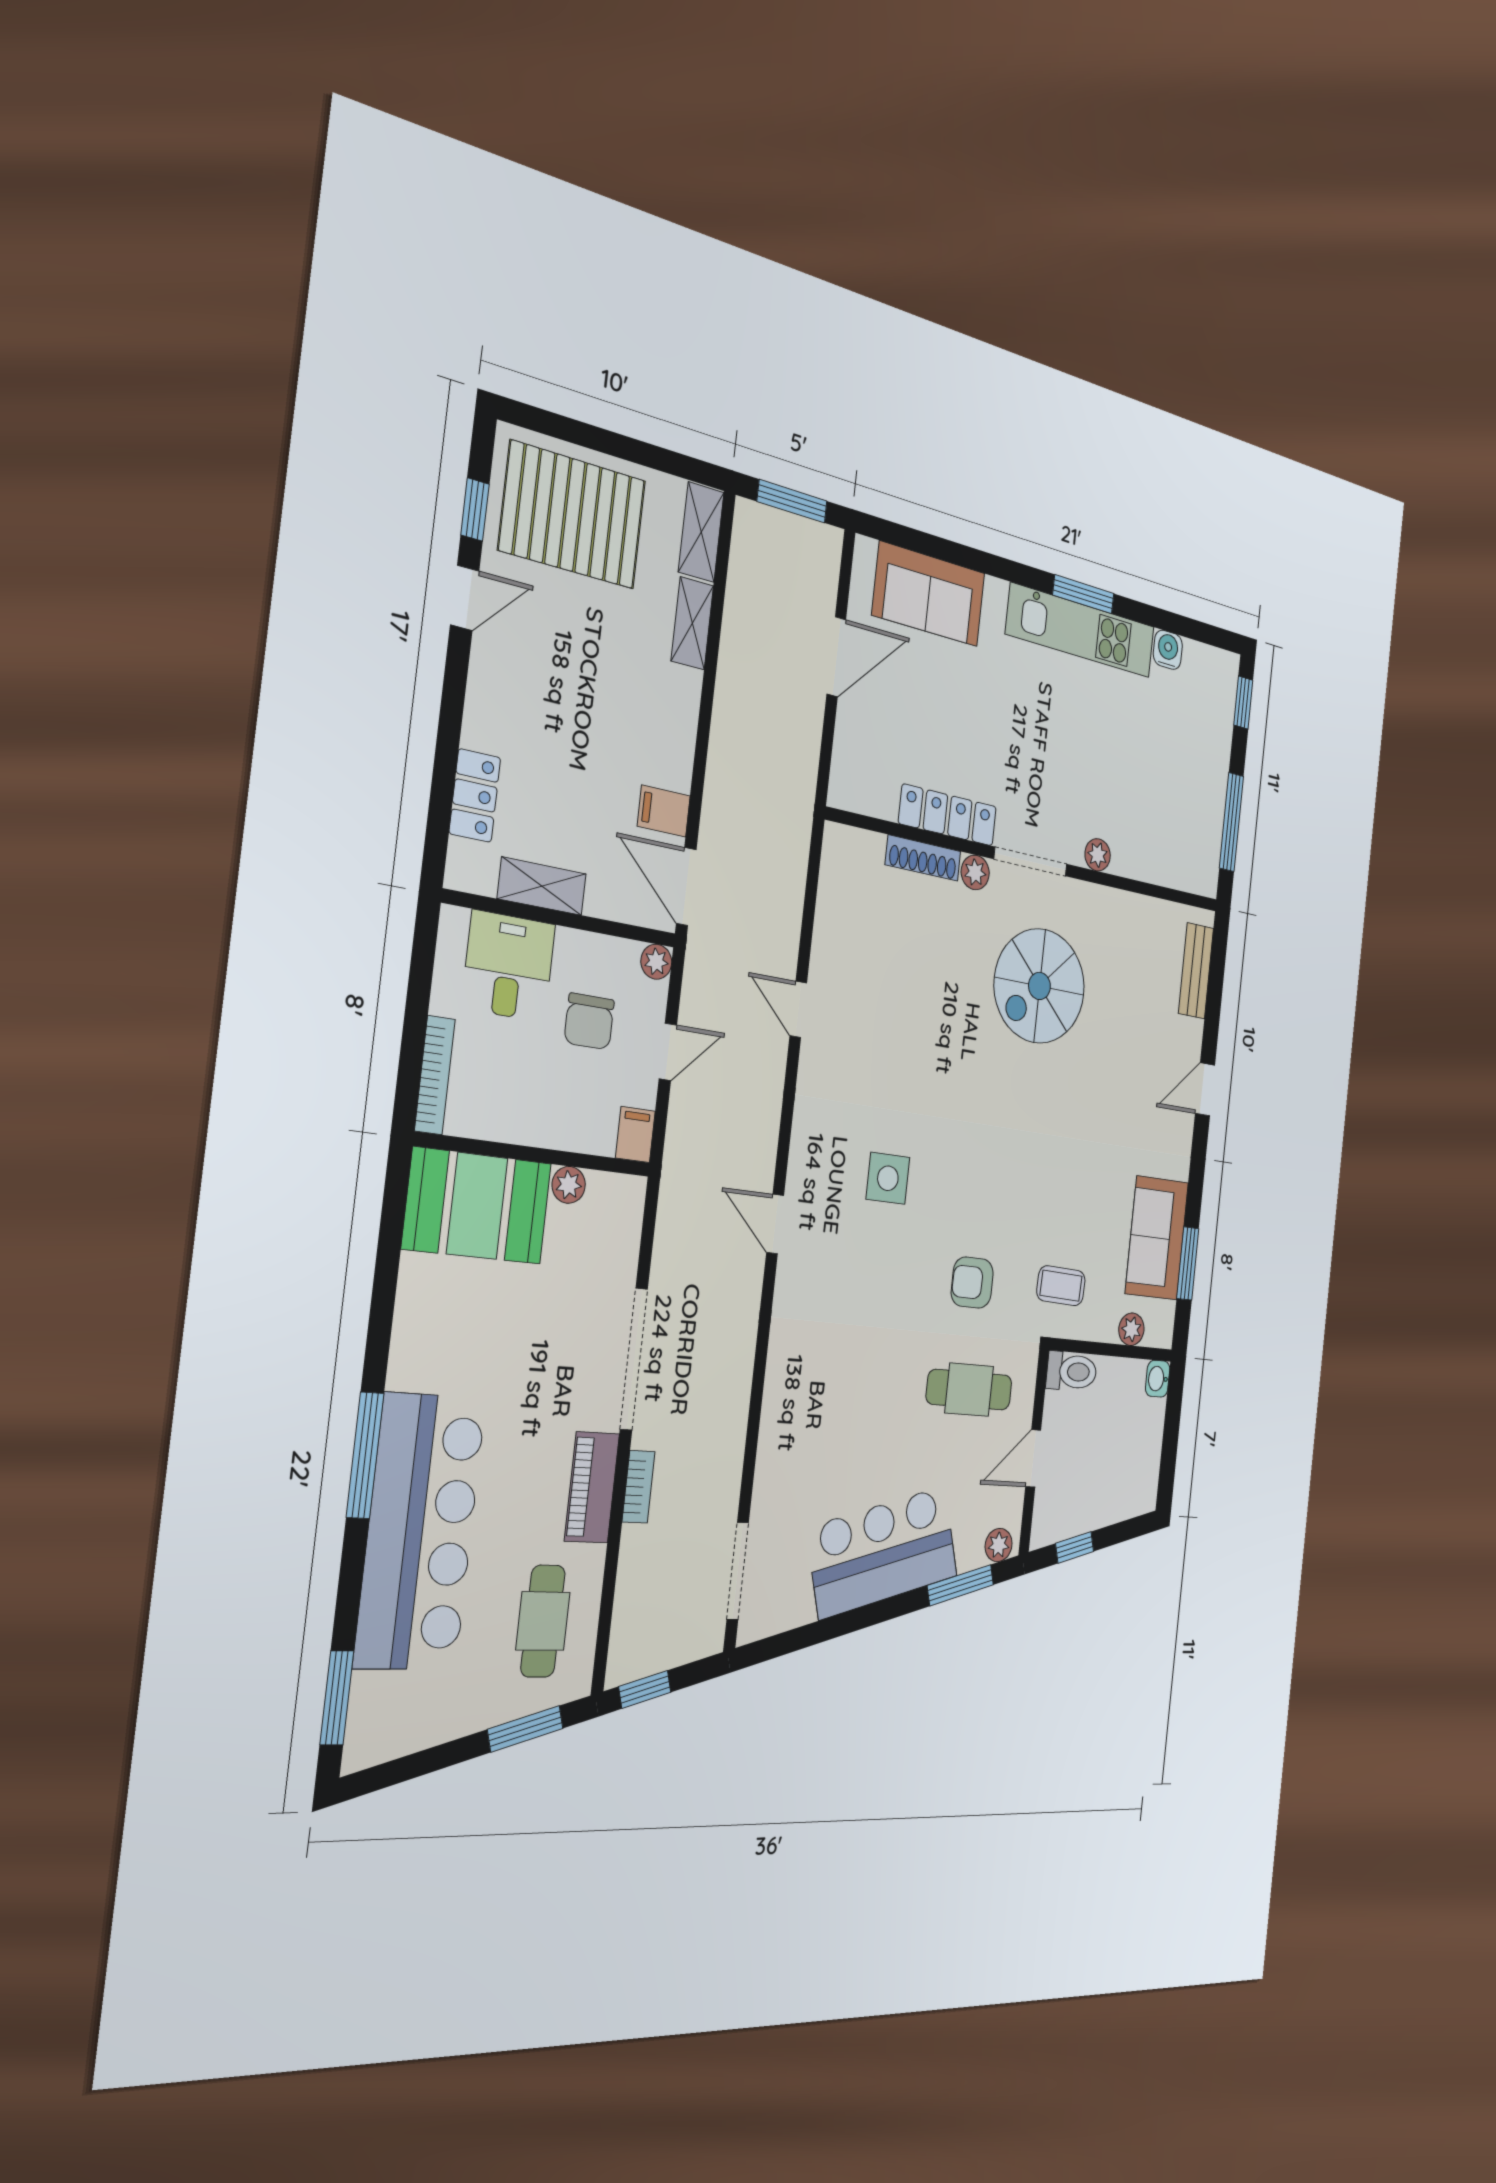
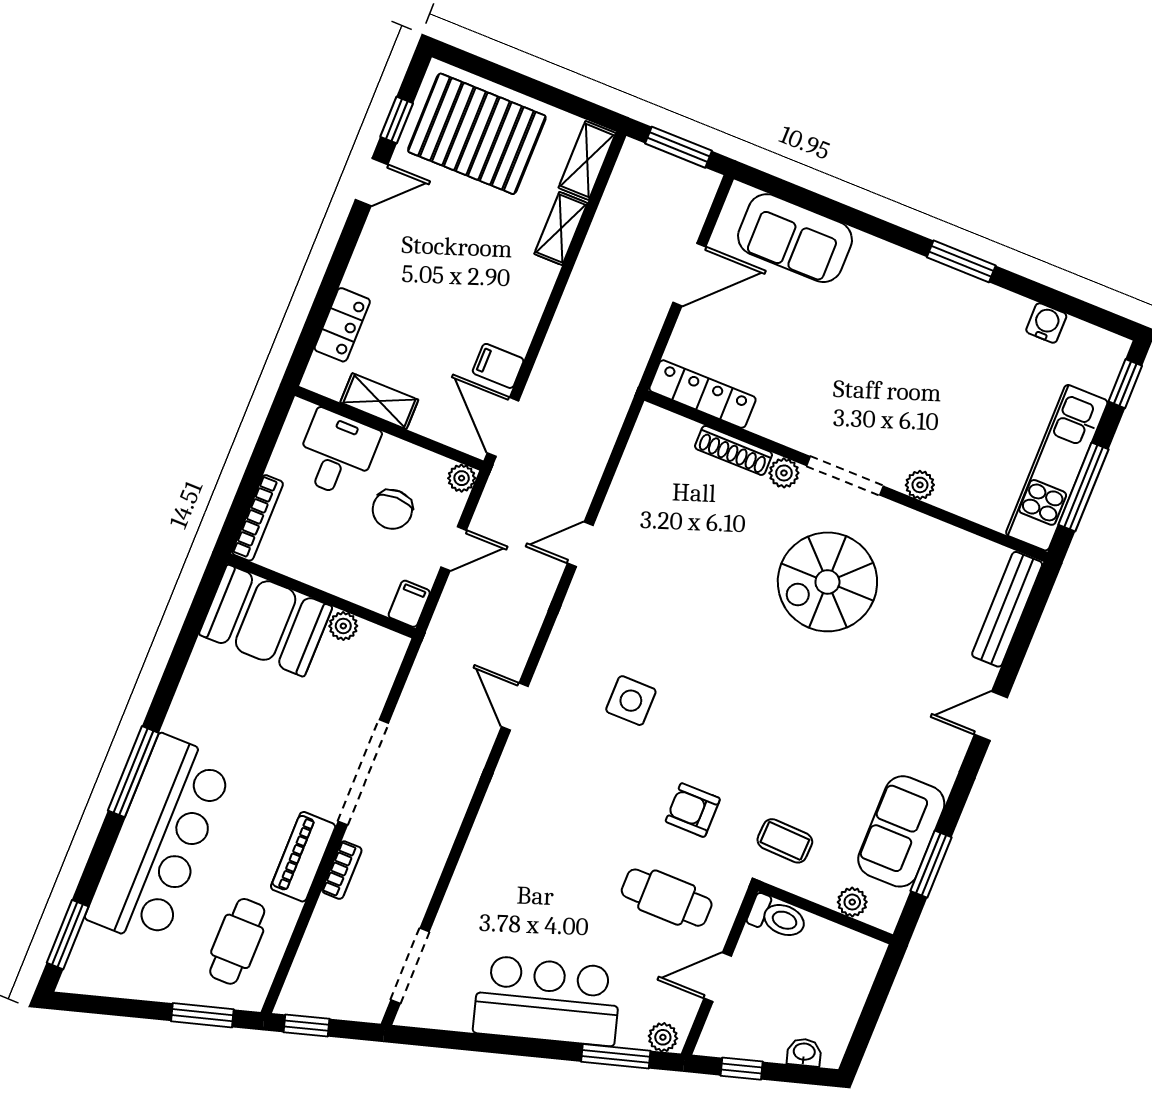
kitchen unit: (1081, 630) -> (1057, 468), moved, turned 90
locker: (948, 815) -> (703, 394), moved
bench: (1196, 971) -> (1007, 609), width x1.36
door: (798, 1009) -> (580, 544), hinge flipped
washbasin: (1158, 1379) -> (804, 1052), moved, turned 74

